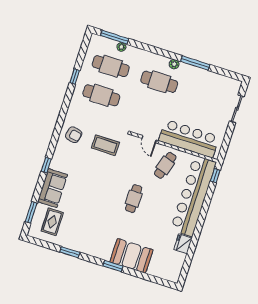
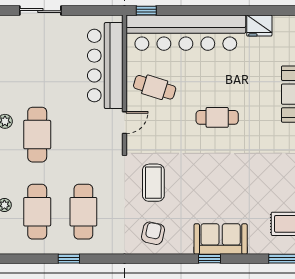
sofa: (52, 188) -> (221, 239), moved

